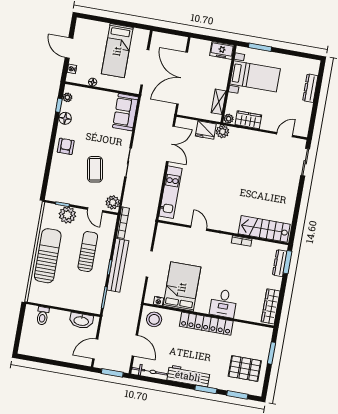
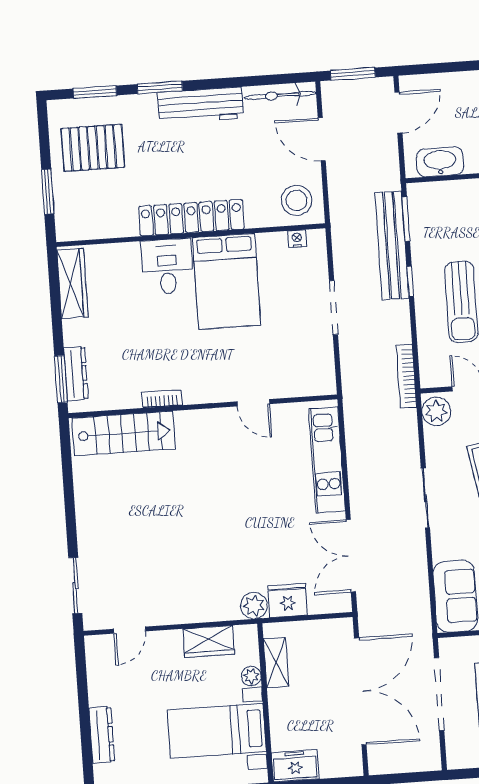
plant: (229, 119) -> (251, 676), moved
bench: (118, 265) -> (392, 245), moved
bed: (182, 287) -> (227, 281), moved

